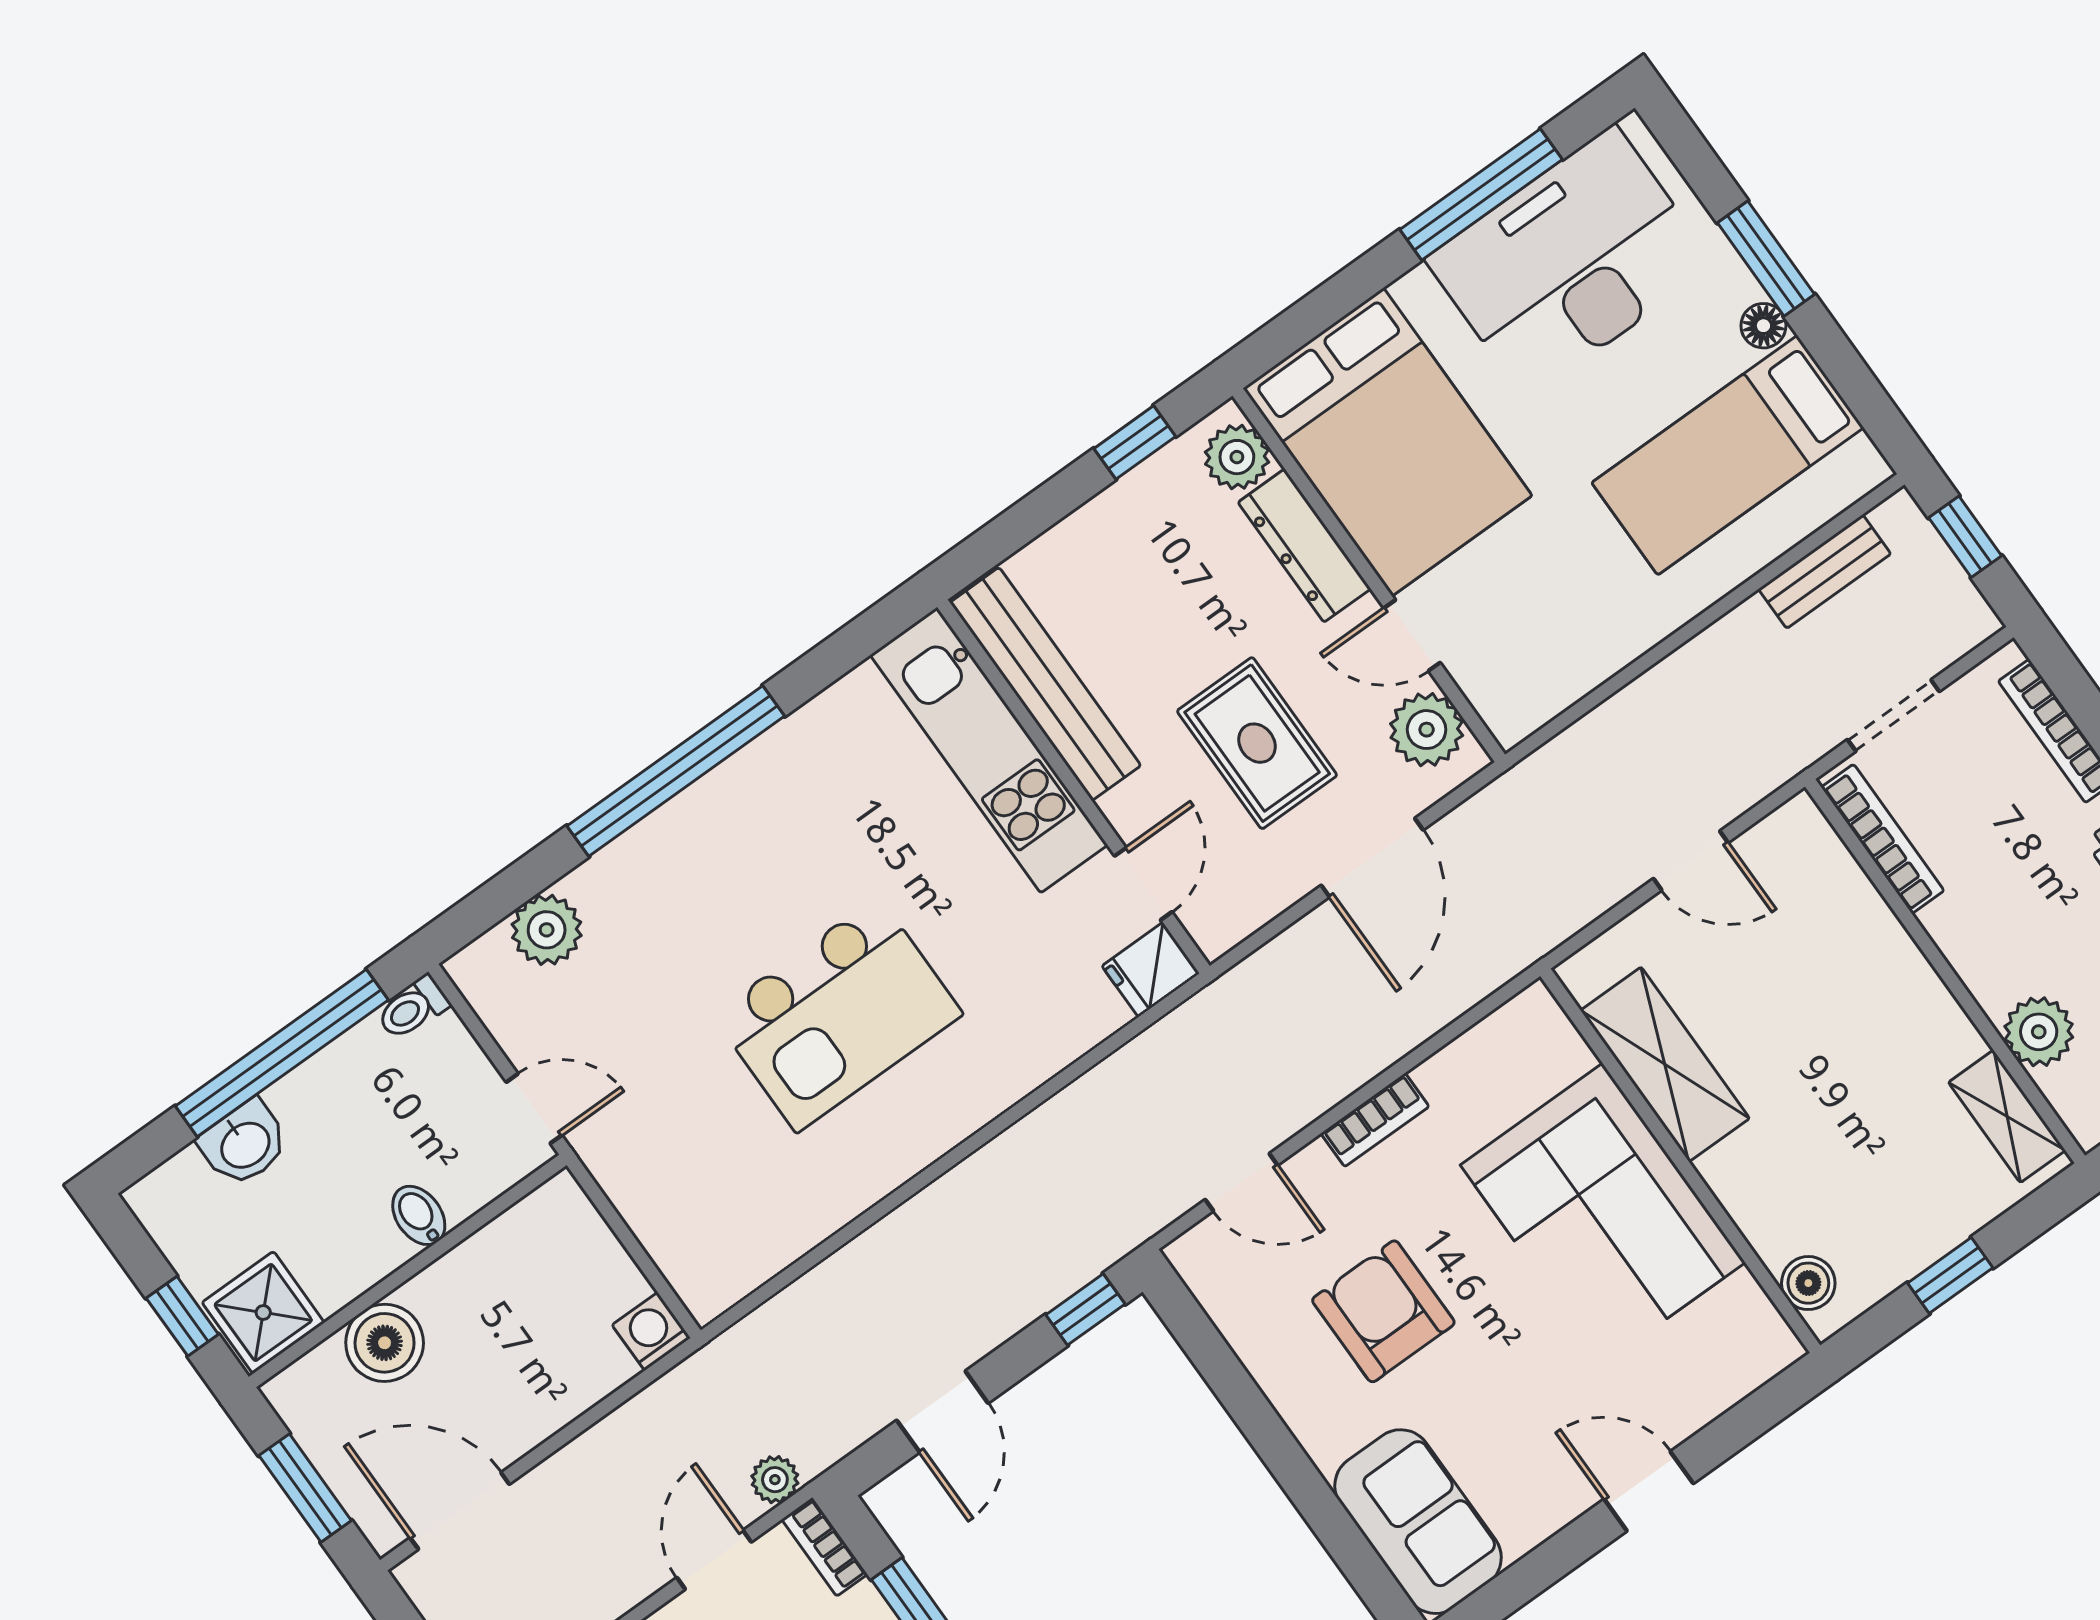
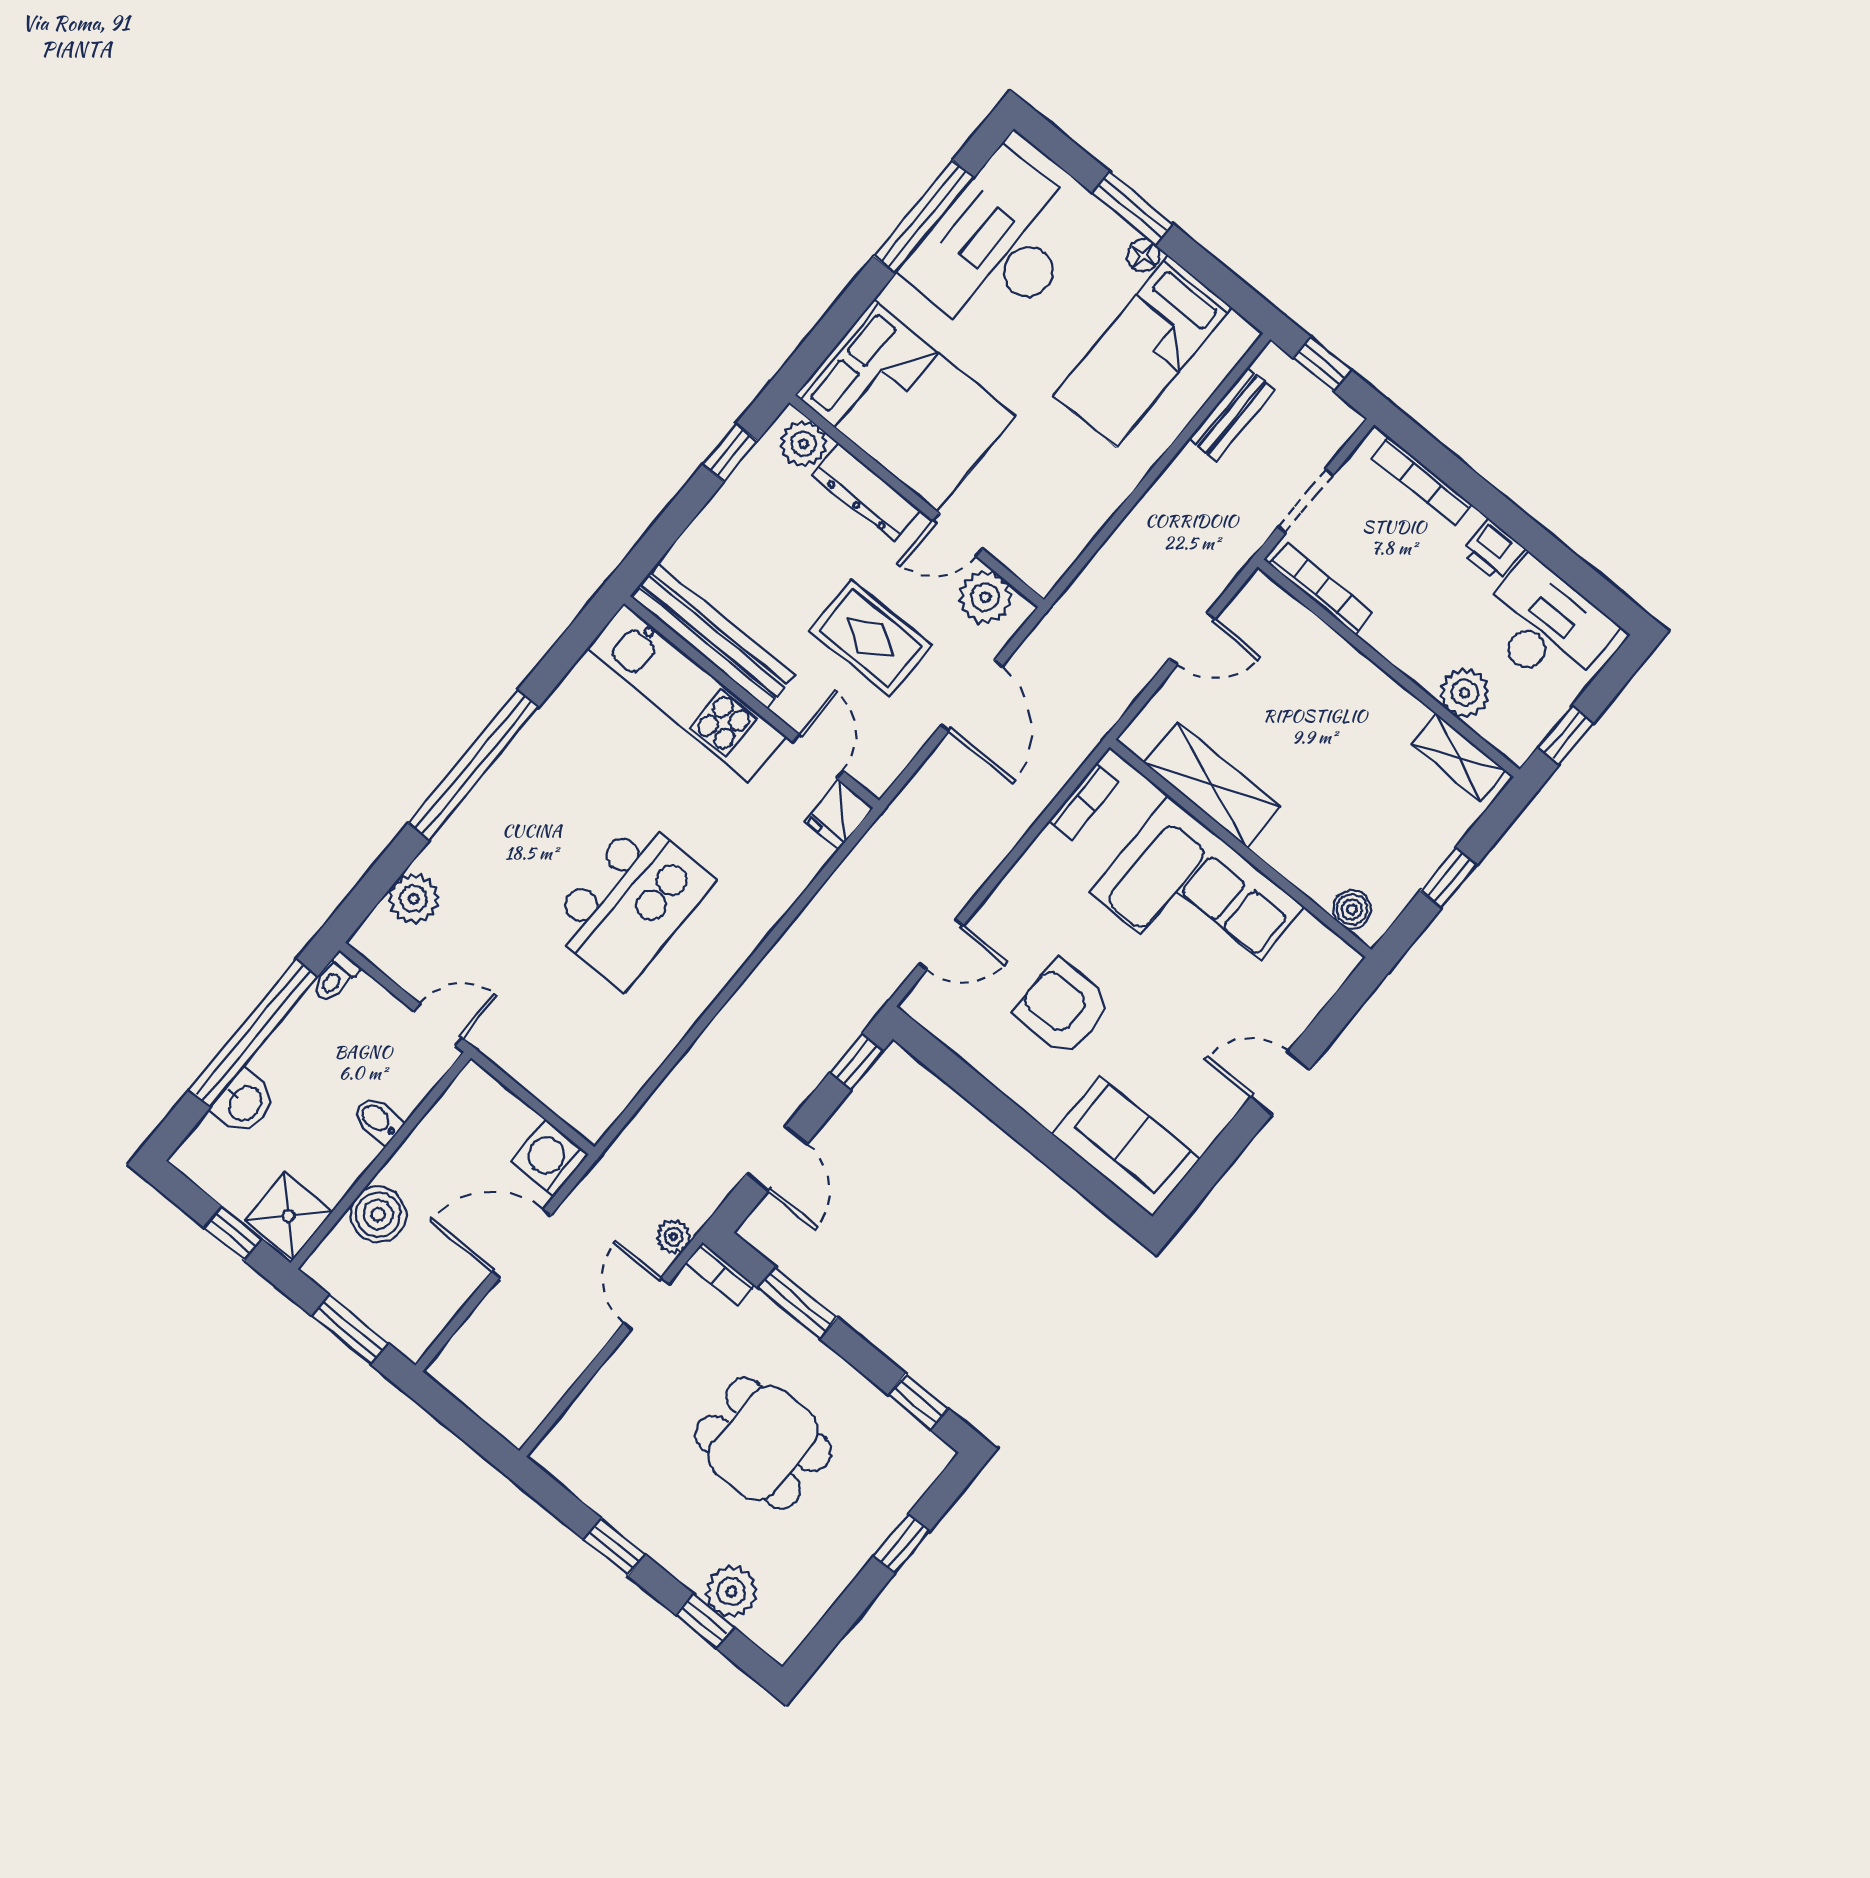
bookcase: (1375, 1120) -> (1084, 801), moved
washing machine: (651, 1331) -> (550, 1158), width x1.38, depth x1.38
door: (460, 1511) -> (521, 1244), moved

